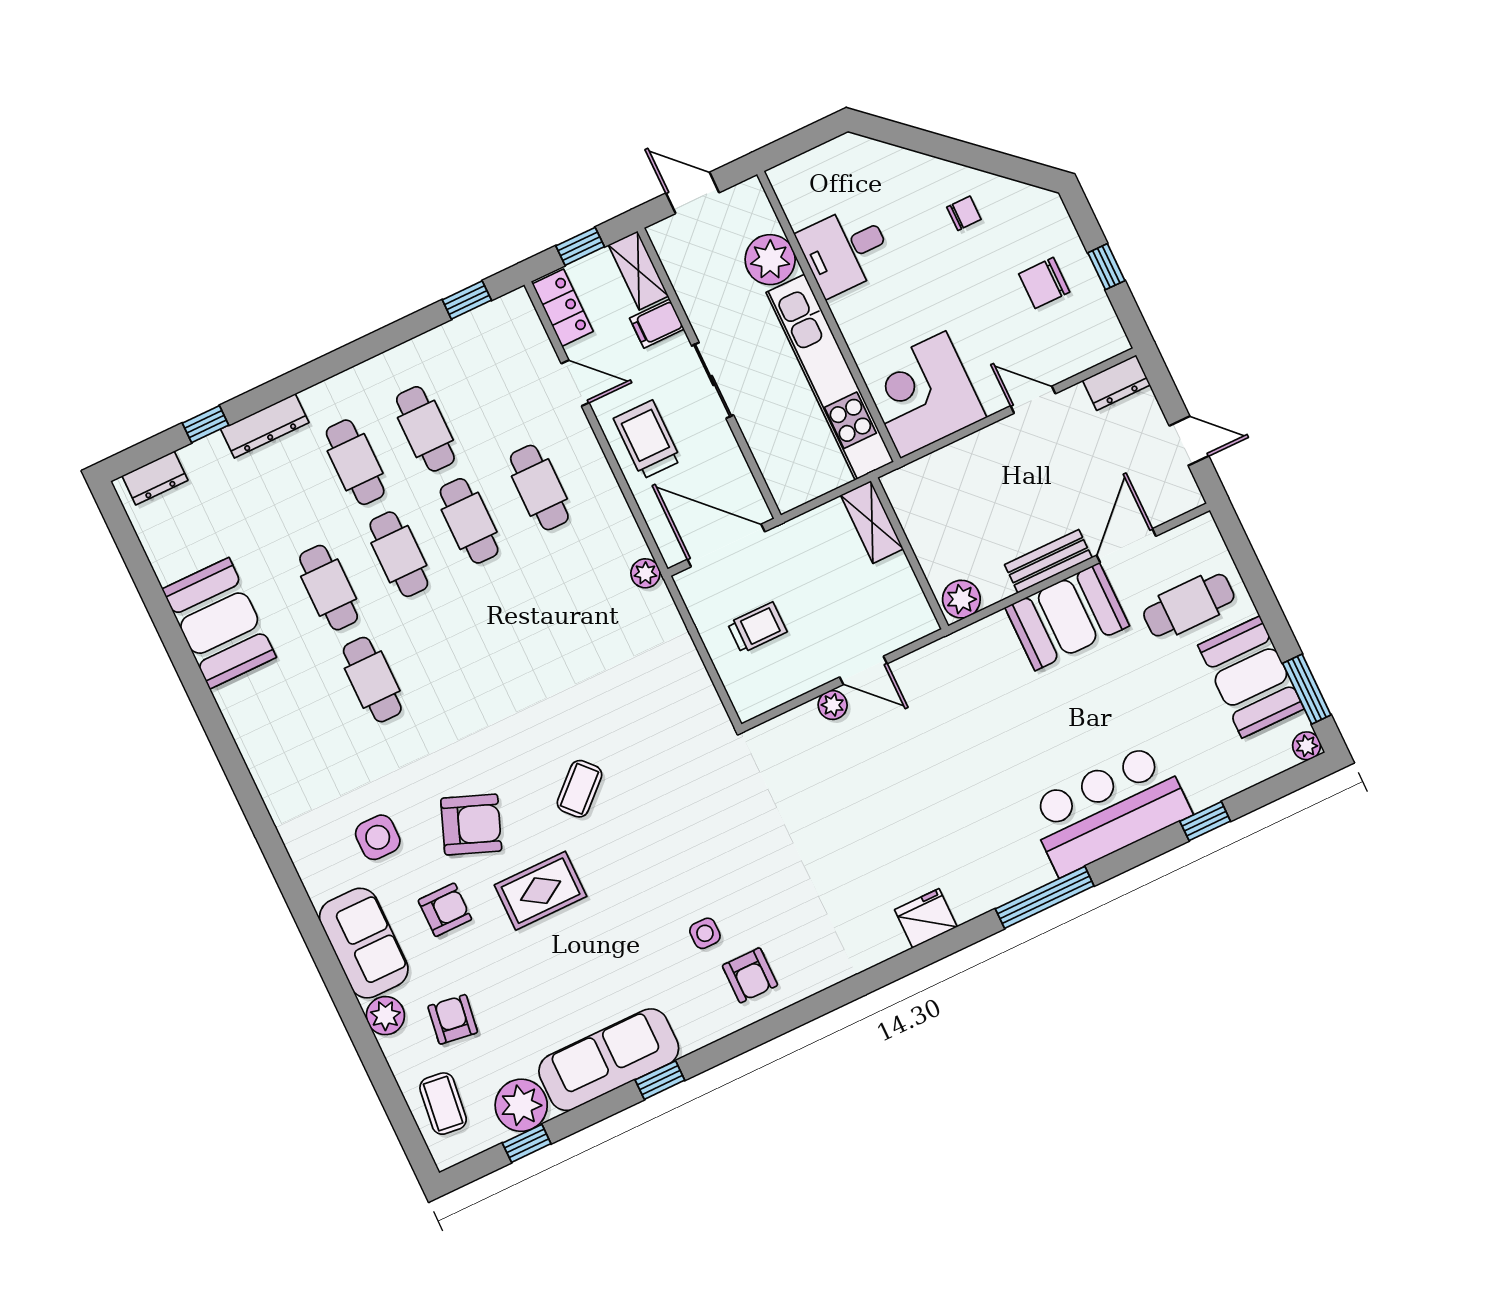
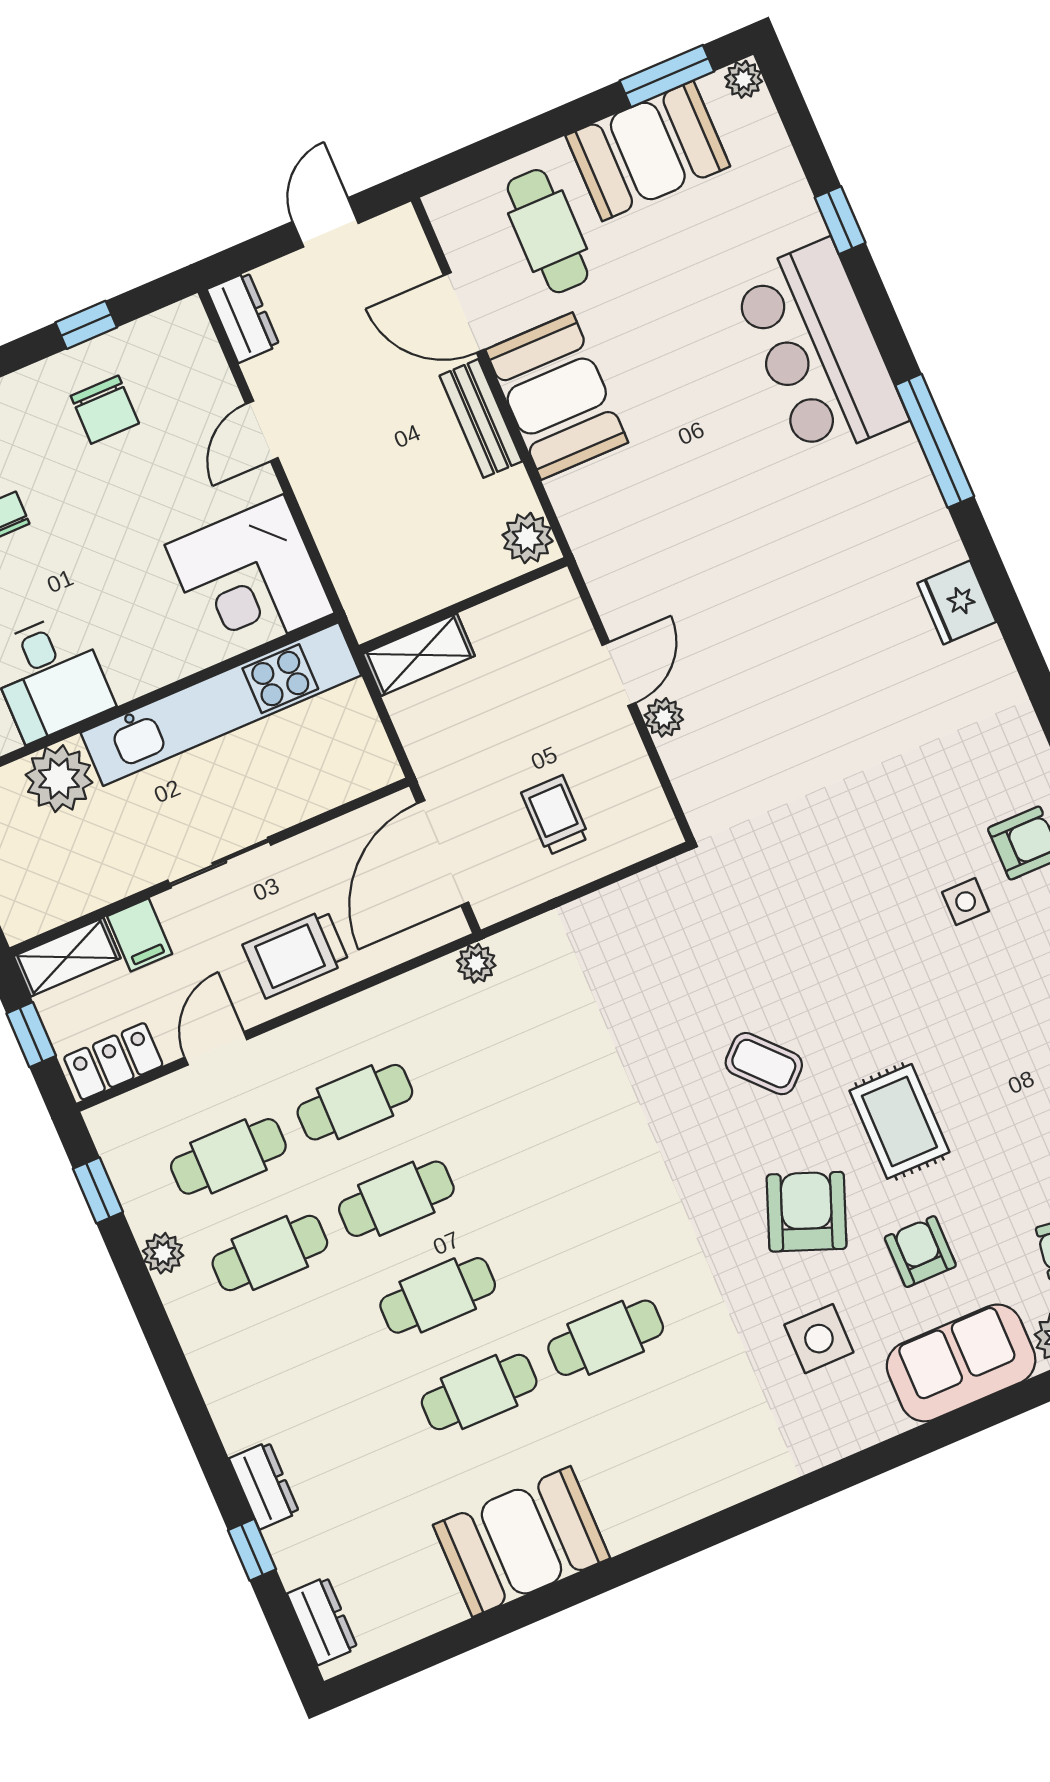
plant: (422, 350) -> (163, 1253), added
dresser: (265, 426) -> (264, 1485), width x0.70
cafe table: (355, 462) -> (228, 1156), moved

